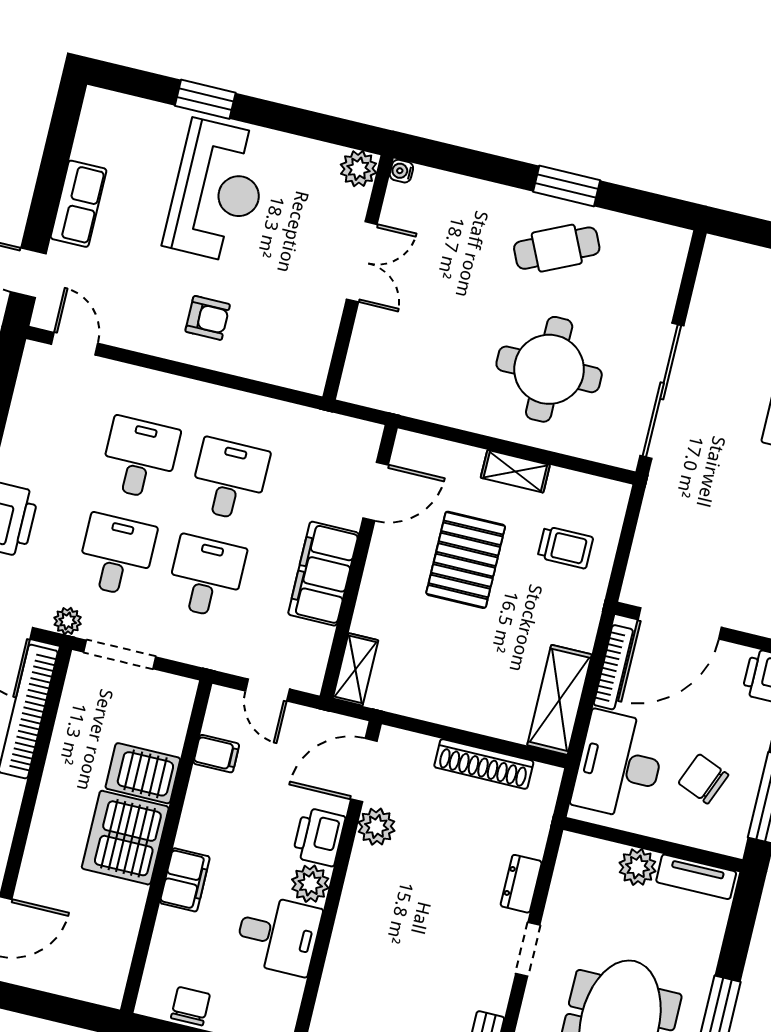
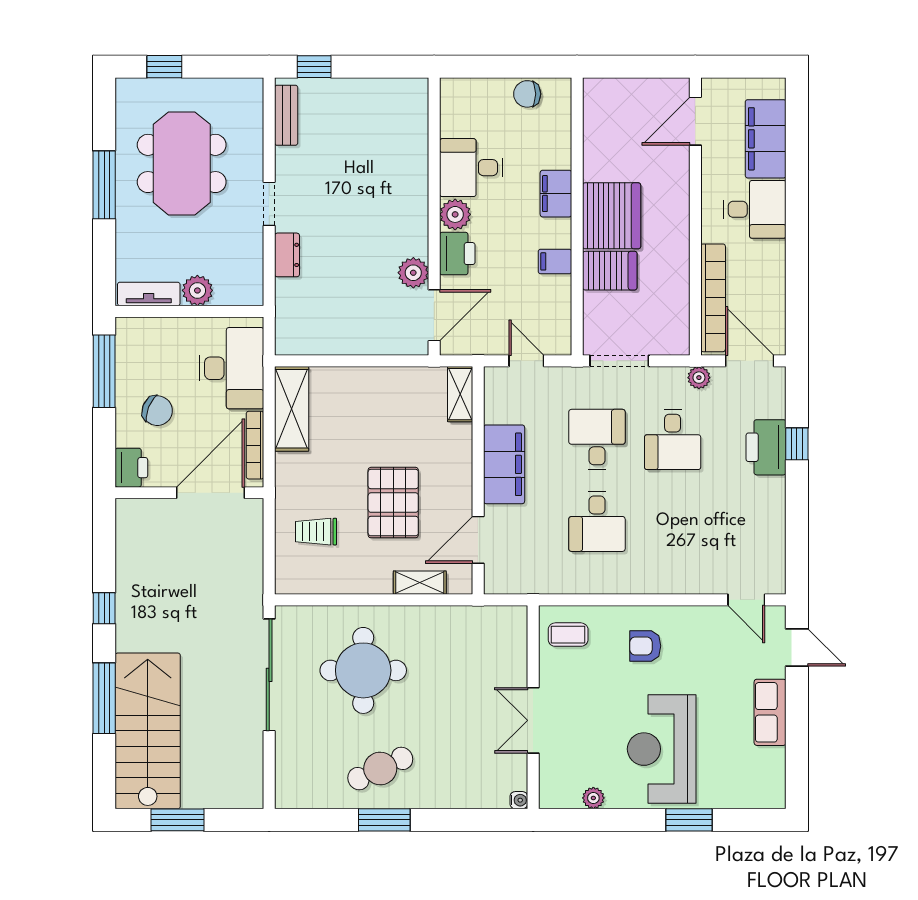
plant: (358, 169) -> (593, 798), moved, width x0.73, depth x0.73
coffee table: (296, 353) -> (568, 635), added
desk: (140, 458) -> (673, 521), removed
shelving: (515, 471) -> (420, 583), moved
desk: (206, 577) -> (597, 439), turned 180
doorway: (120, 655) -> (619, 361), moved
filing cabinet: (216, 754) -> (555, 261), moved
shoe rack: (484, 764) -> (340, 343), removed
chair: (703, 779) -> (157, 411), moved
chair: (190, 1006) -> (527, 94), turned 90

